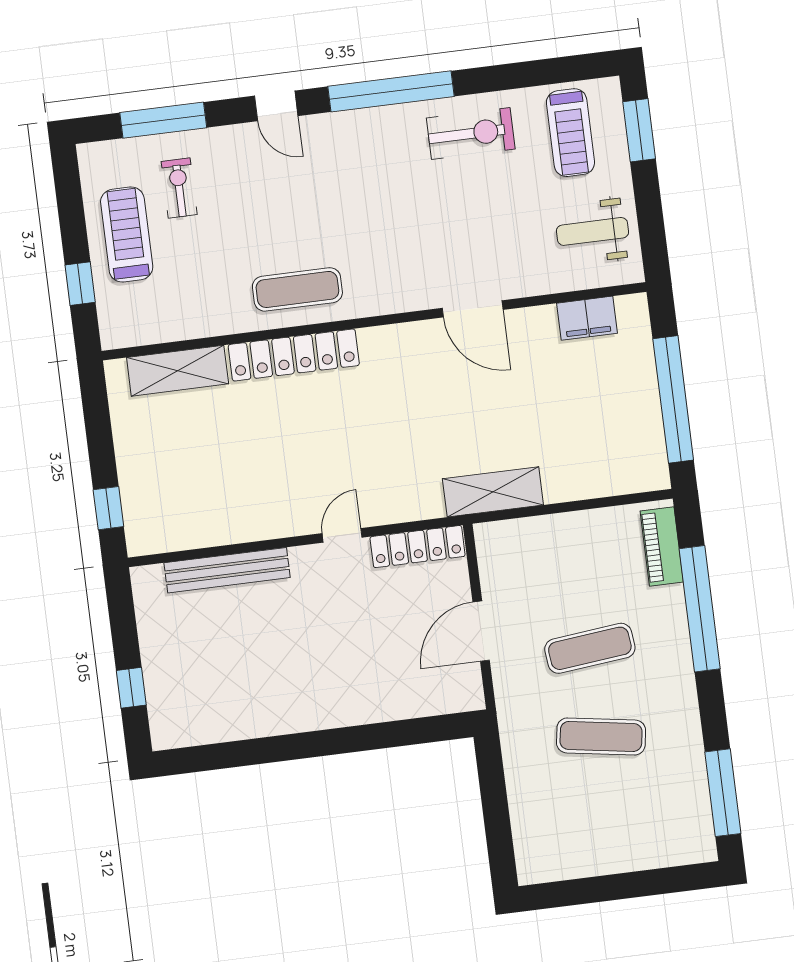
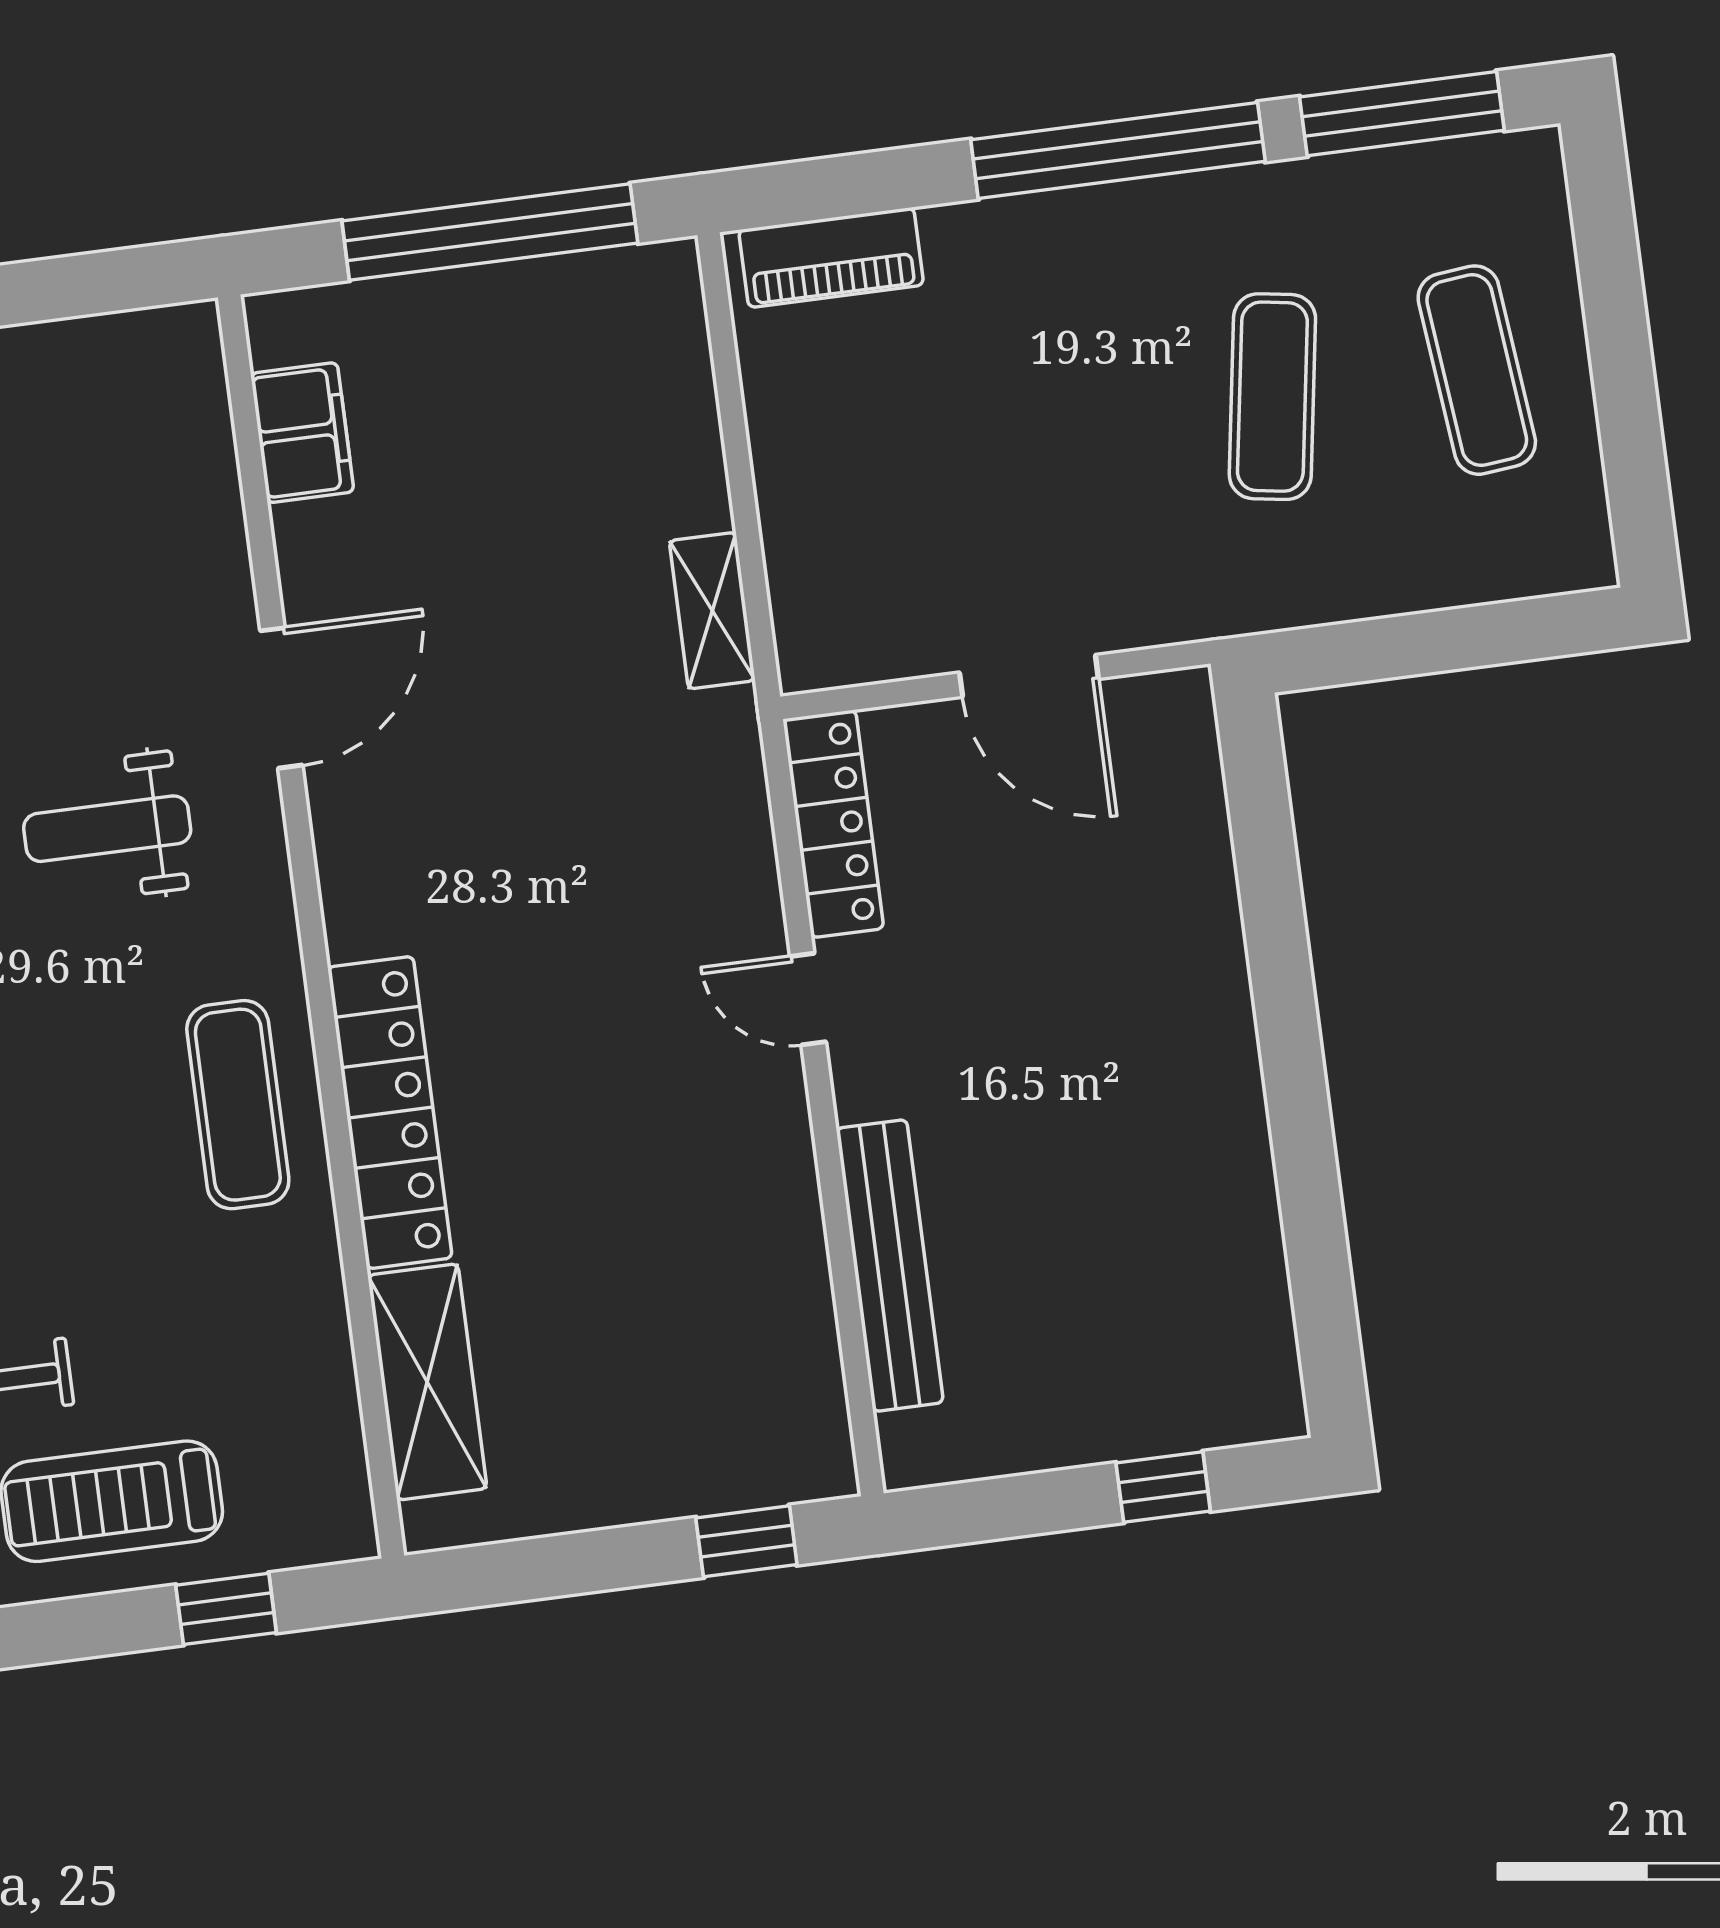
weight bench: (593, 231) -> (107, 829), moved, turned 90
shelving: (493, 492) -> (712, 611), width x0.67, depth x0.75
window: (700, 609) -> (1118, 150), moved
exercise mat: (590, 648) -> (1477, 370), moved

